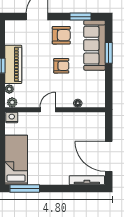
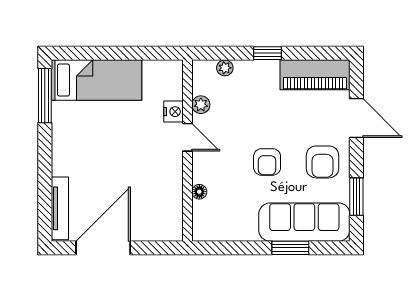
piano: (13, 64) -> (315, 75), moved
plant: (12, 102) -> (201, 105), moved
nightstand: (12, 117) -> (173, 112), moved

